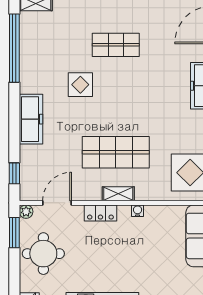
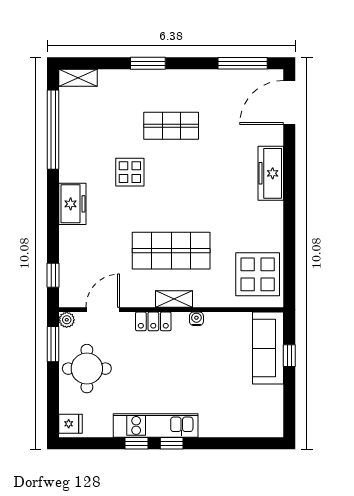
freezer: (31, 119) -> (72, 204), width x0.71

